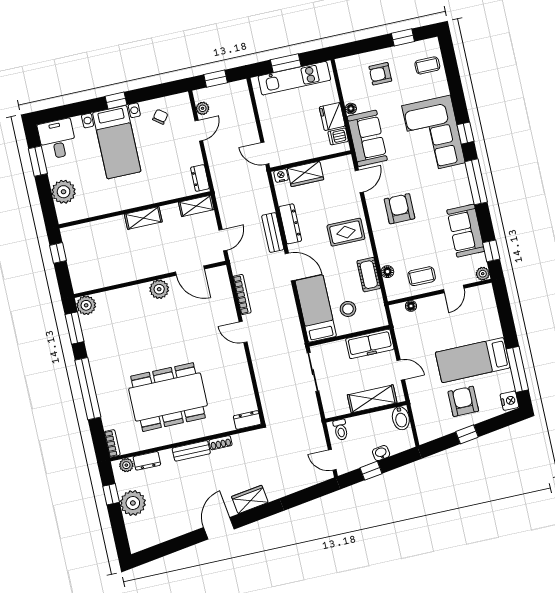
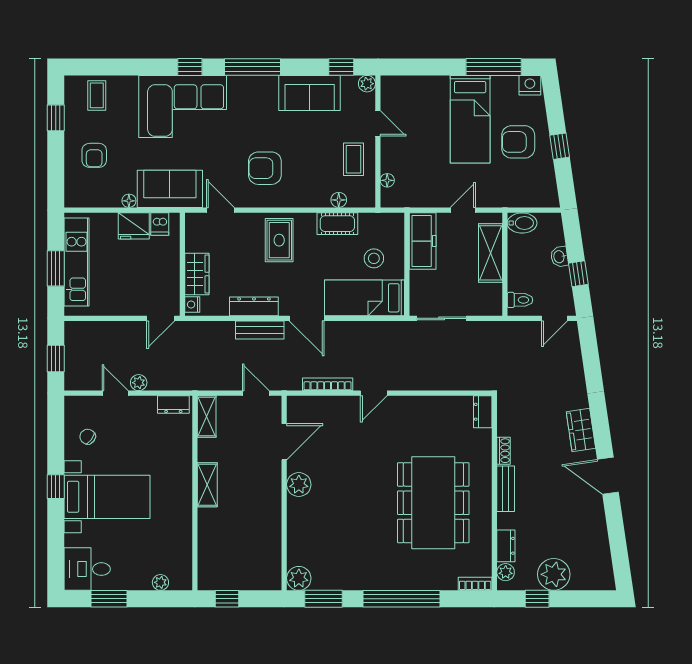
plant: (203, 108) -> (139, 383), moved
plant: (64, 192) -> (160, 582), width x0.53, depth x0.53
door: (290, 267) -> (307, 318), swing flipped

